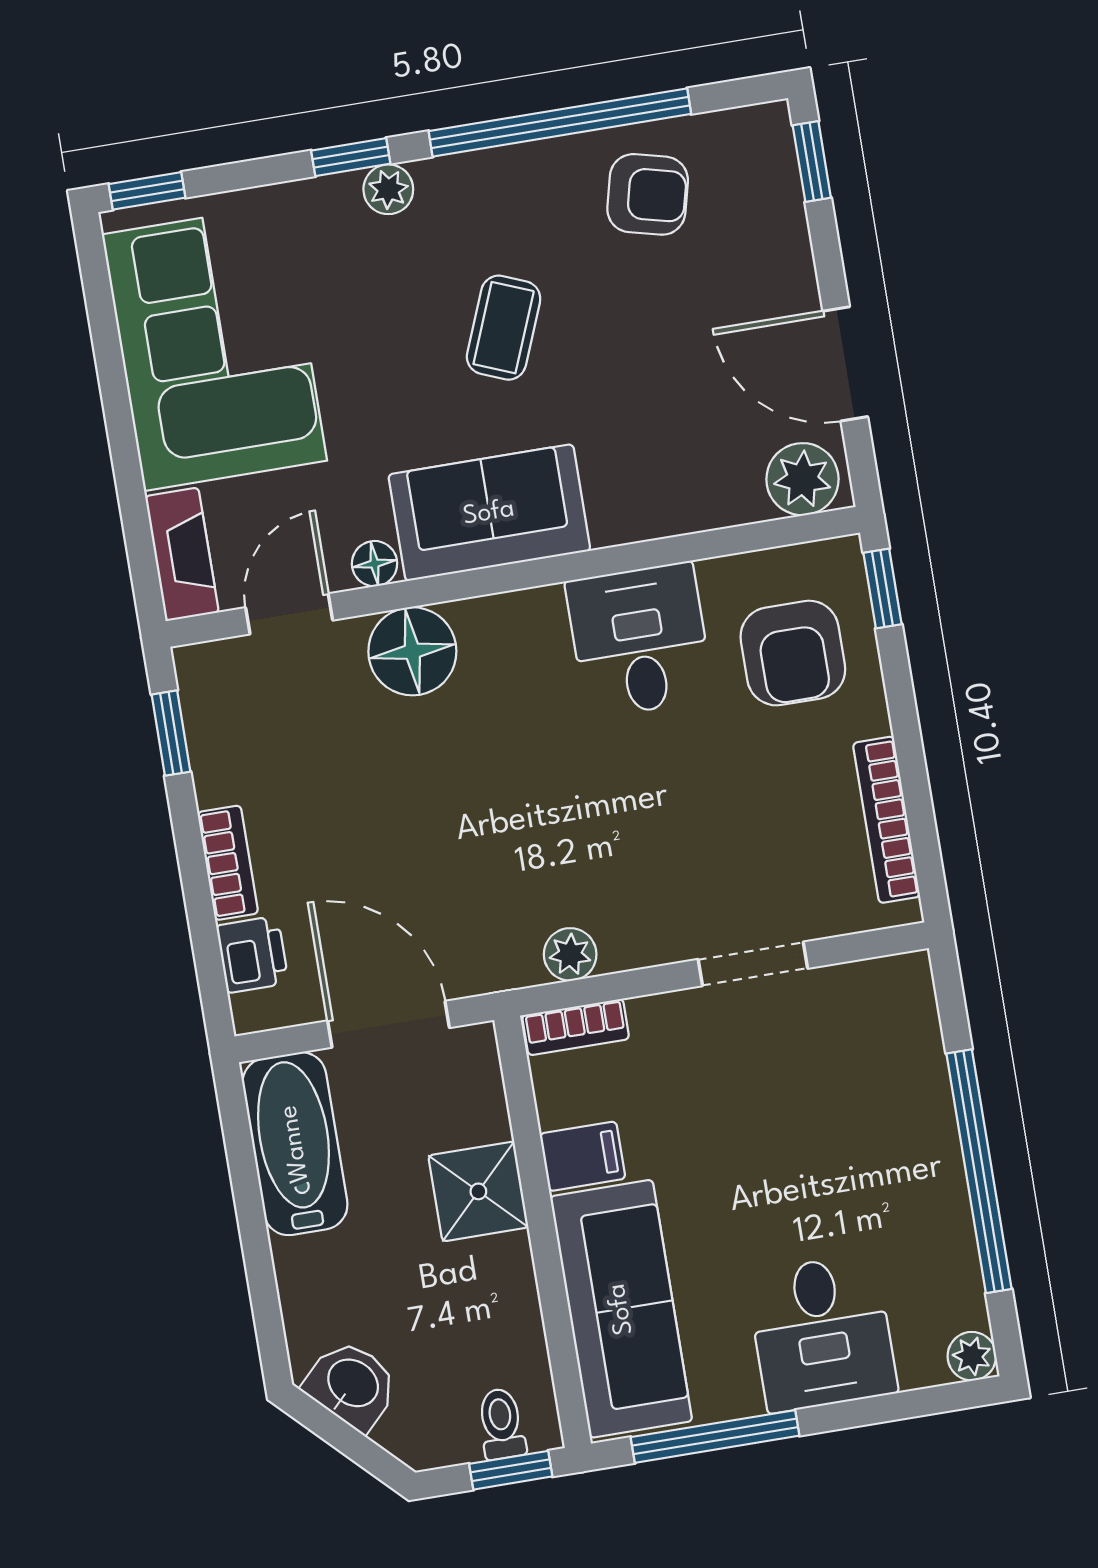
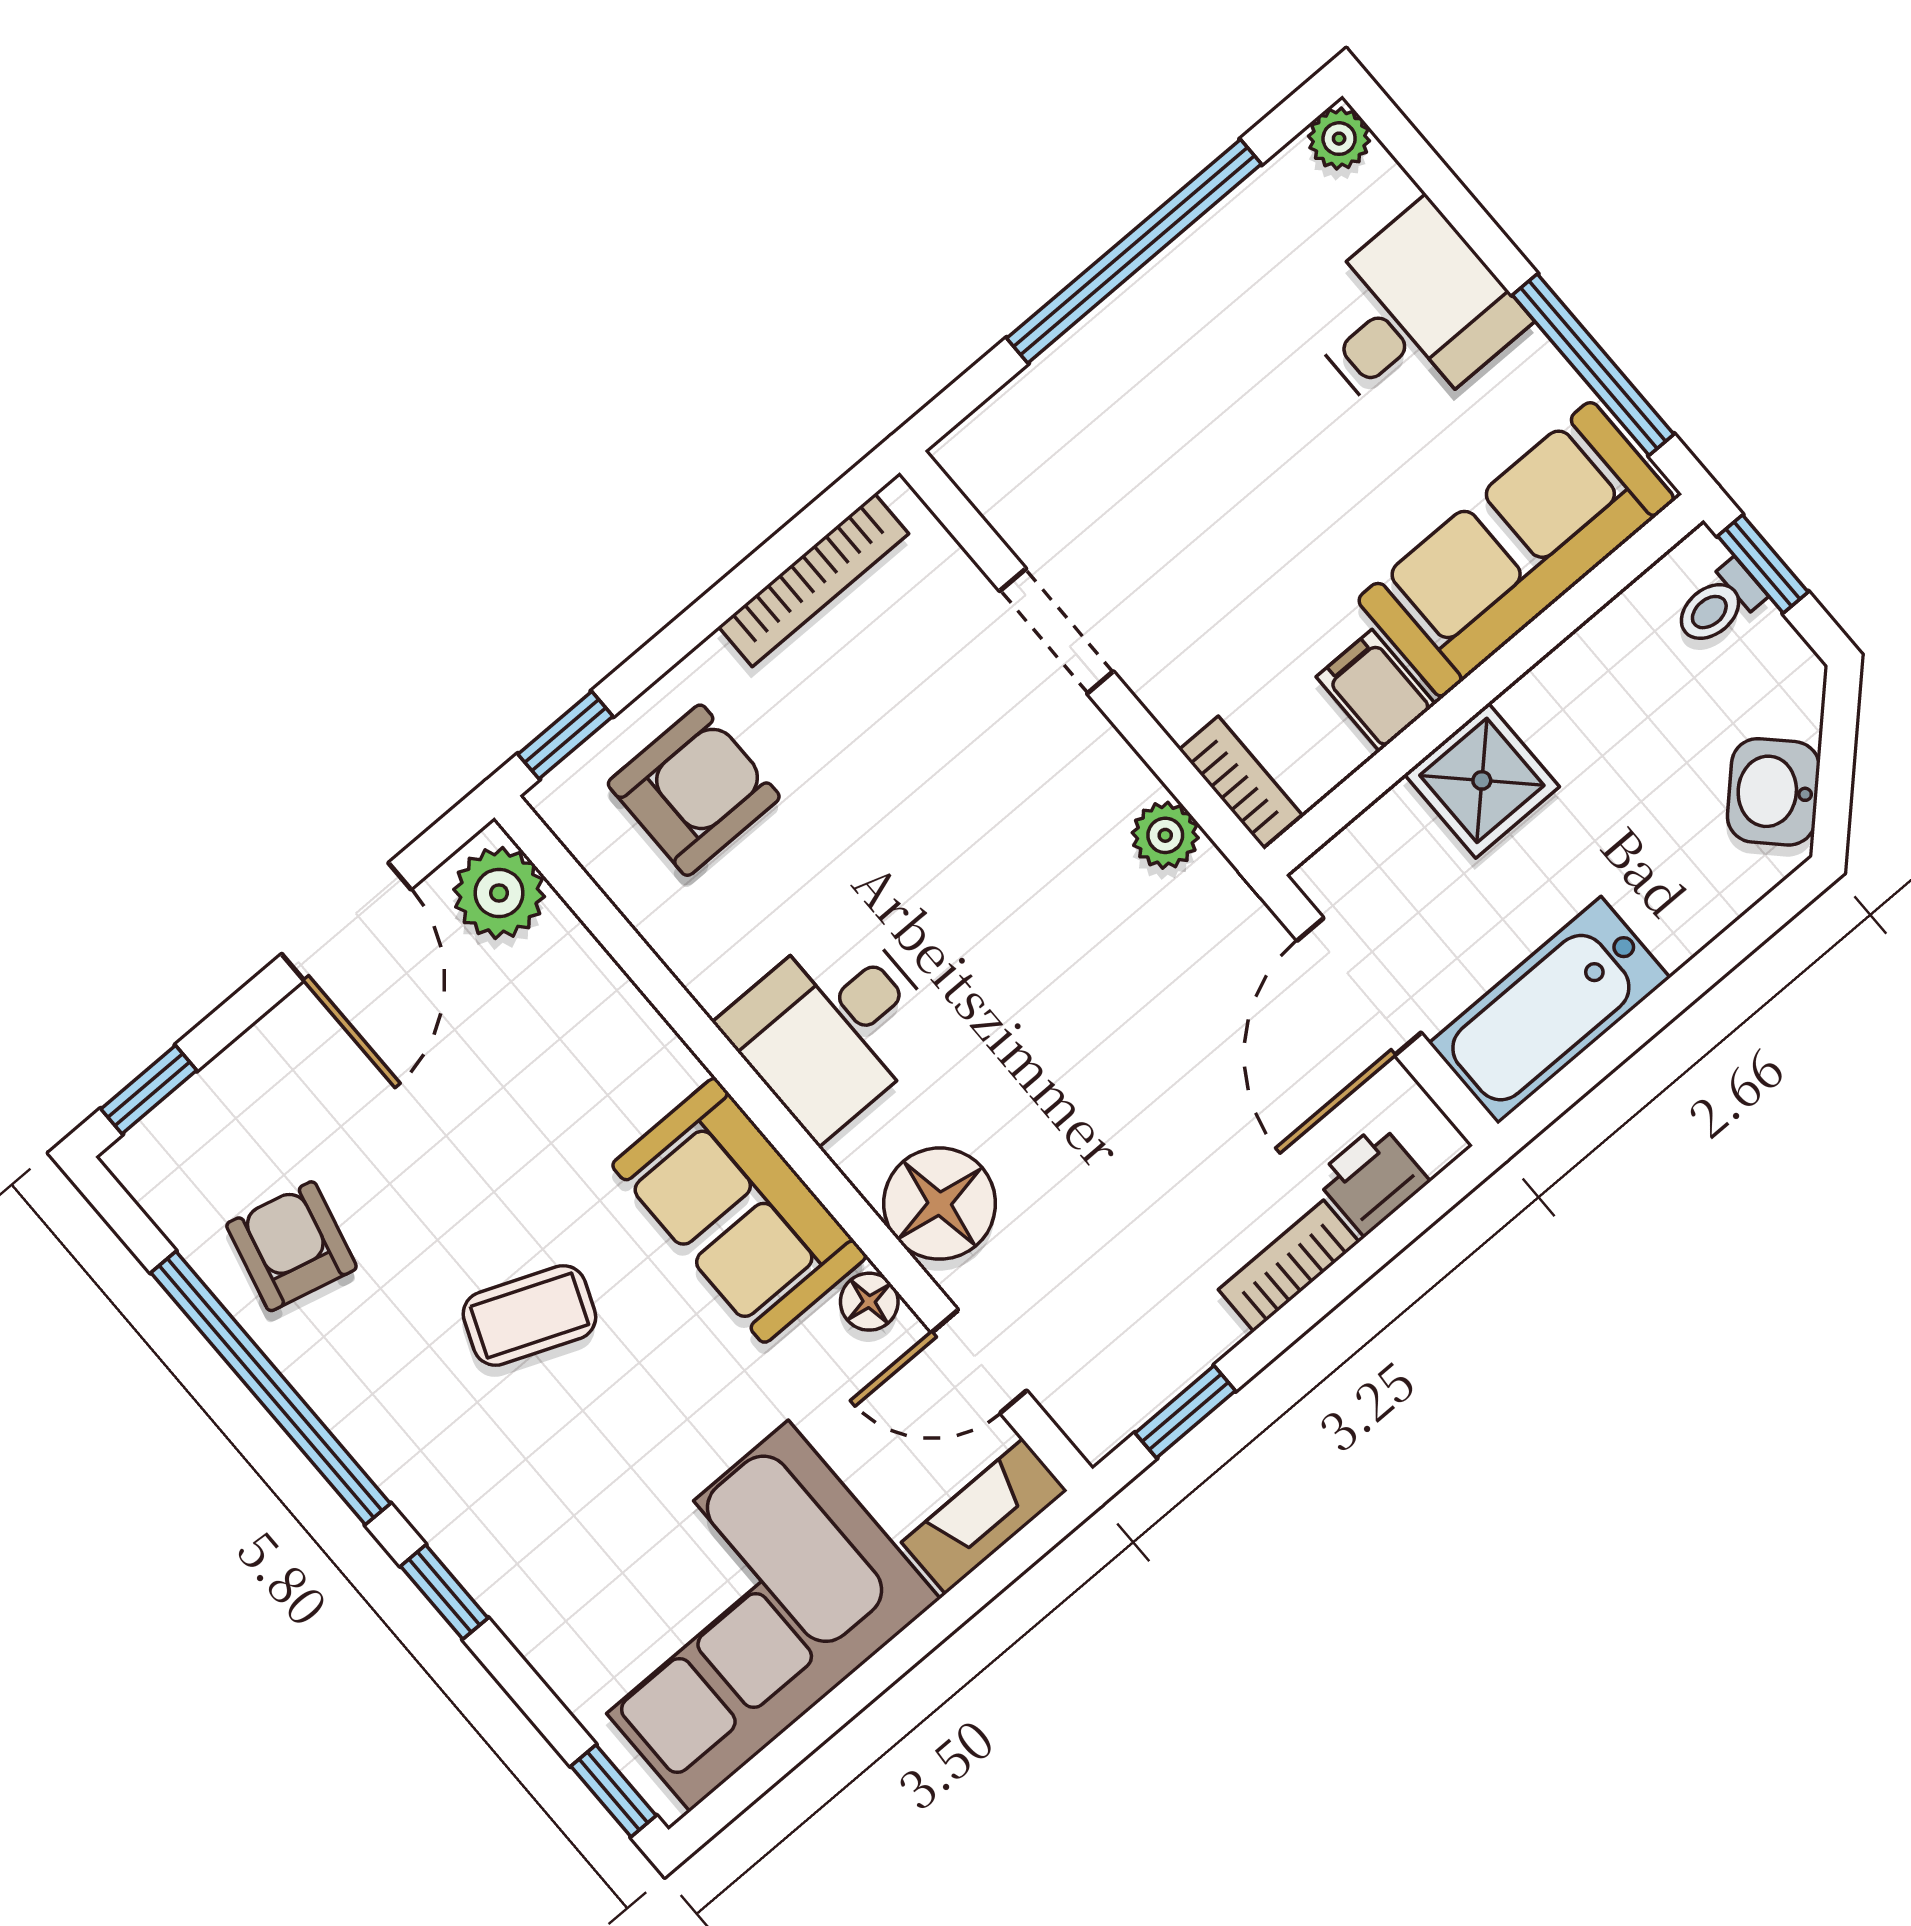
plant: (388, 189) -> (455, 1530), removed
desk: (640, 640) -> (833, 1027), moved

